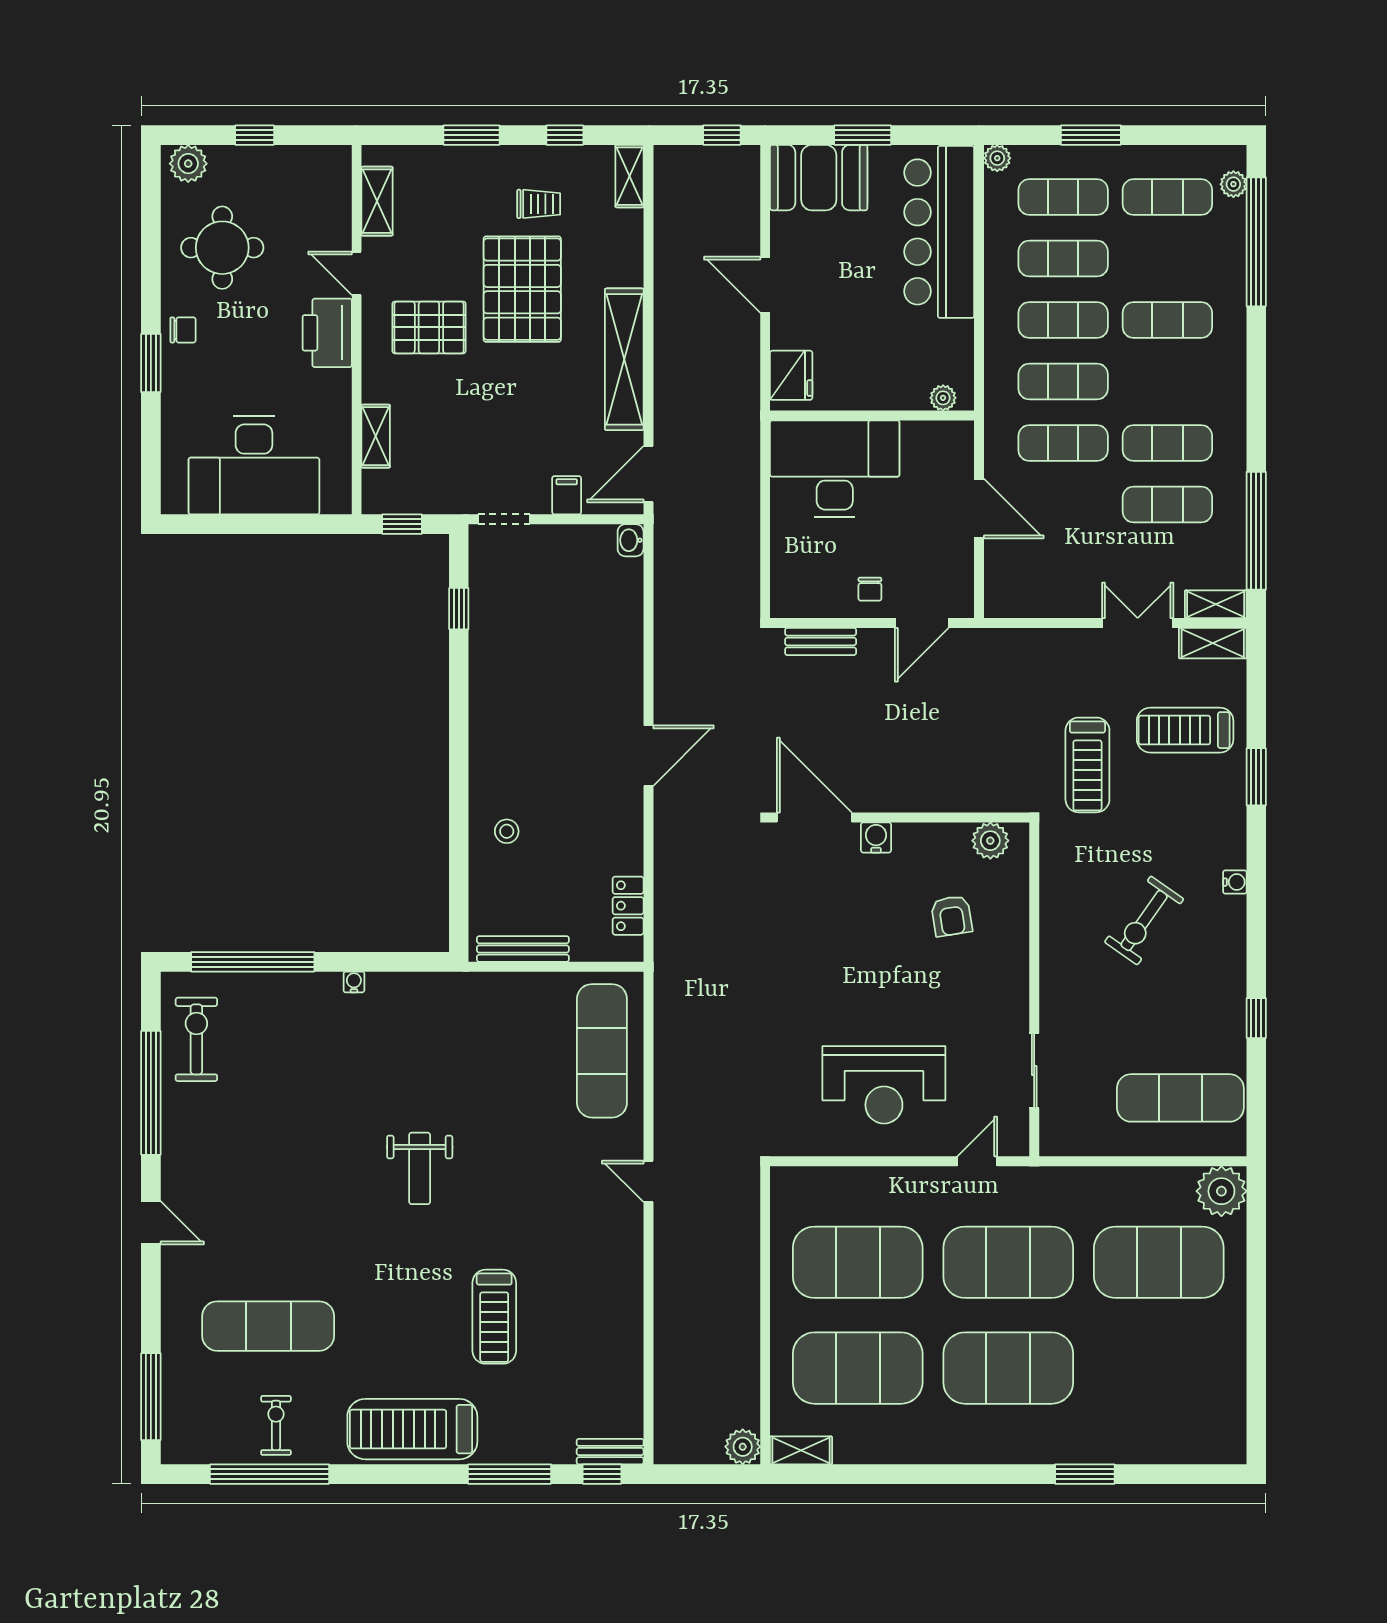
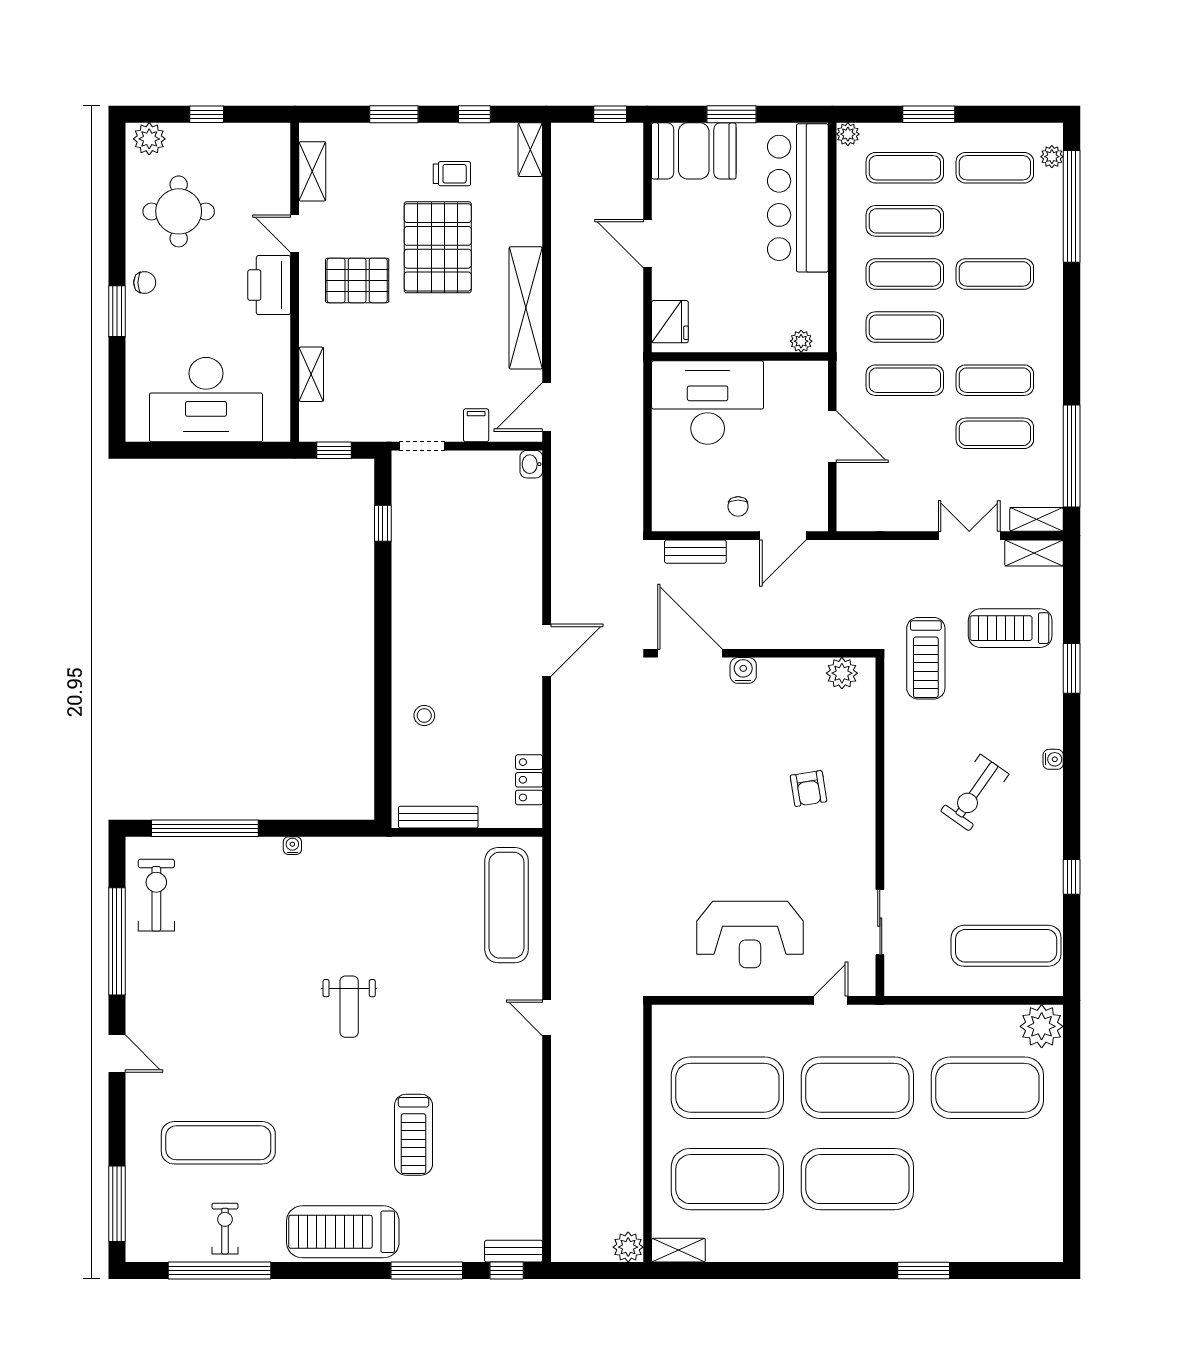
door: (814, 818) -> (690, 653), moved
wall: (900, 818) -> (764, 653), moved
water cooler: (876, 837) -> (743, 670), moved
plant: (990, 841) -> (842, 673), moved

